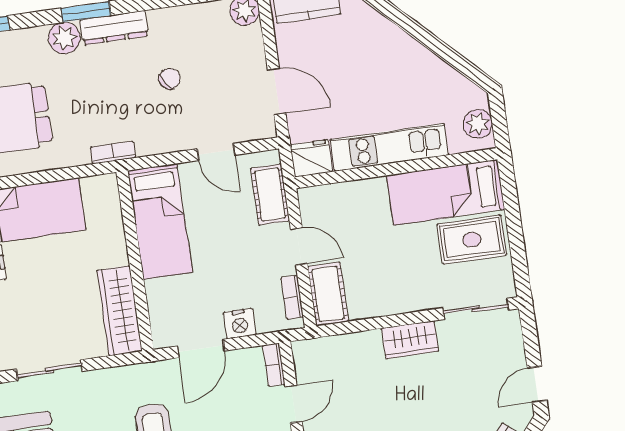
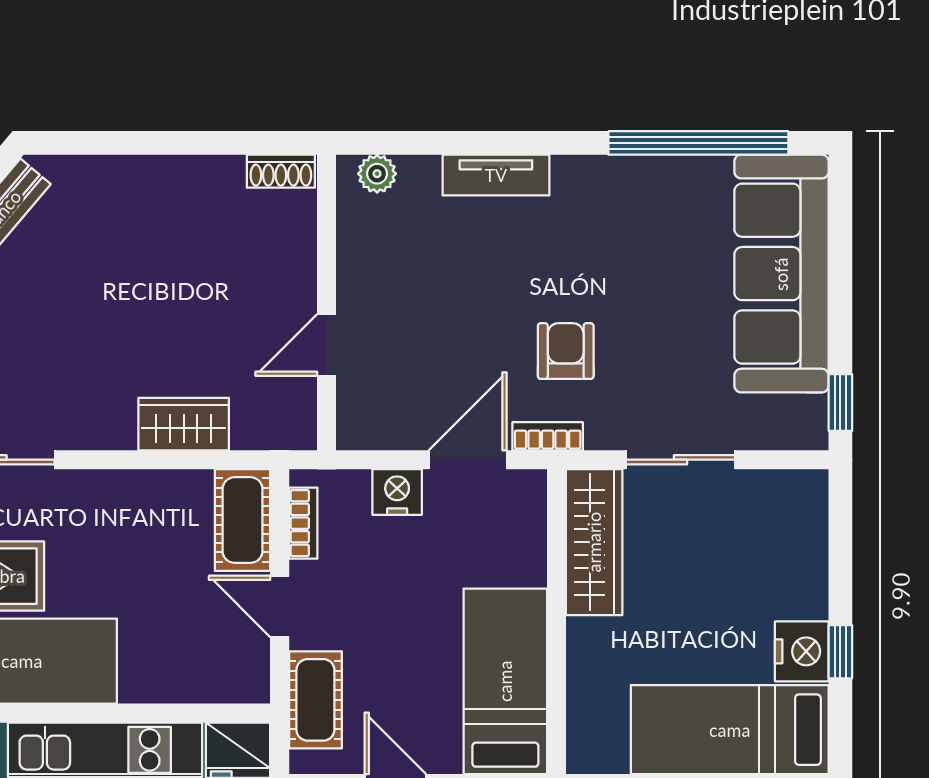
wardrobe: (410, 340) -> (184, 424), moved
bookcase: (274, 365) -> (548, 436), moved, turned -90
sliding door: (49, 370) -> (680, 460), moved

